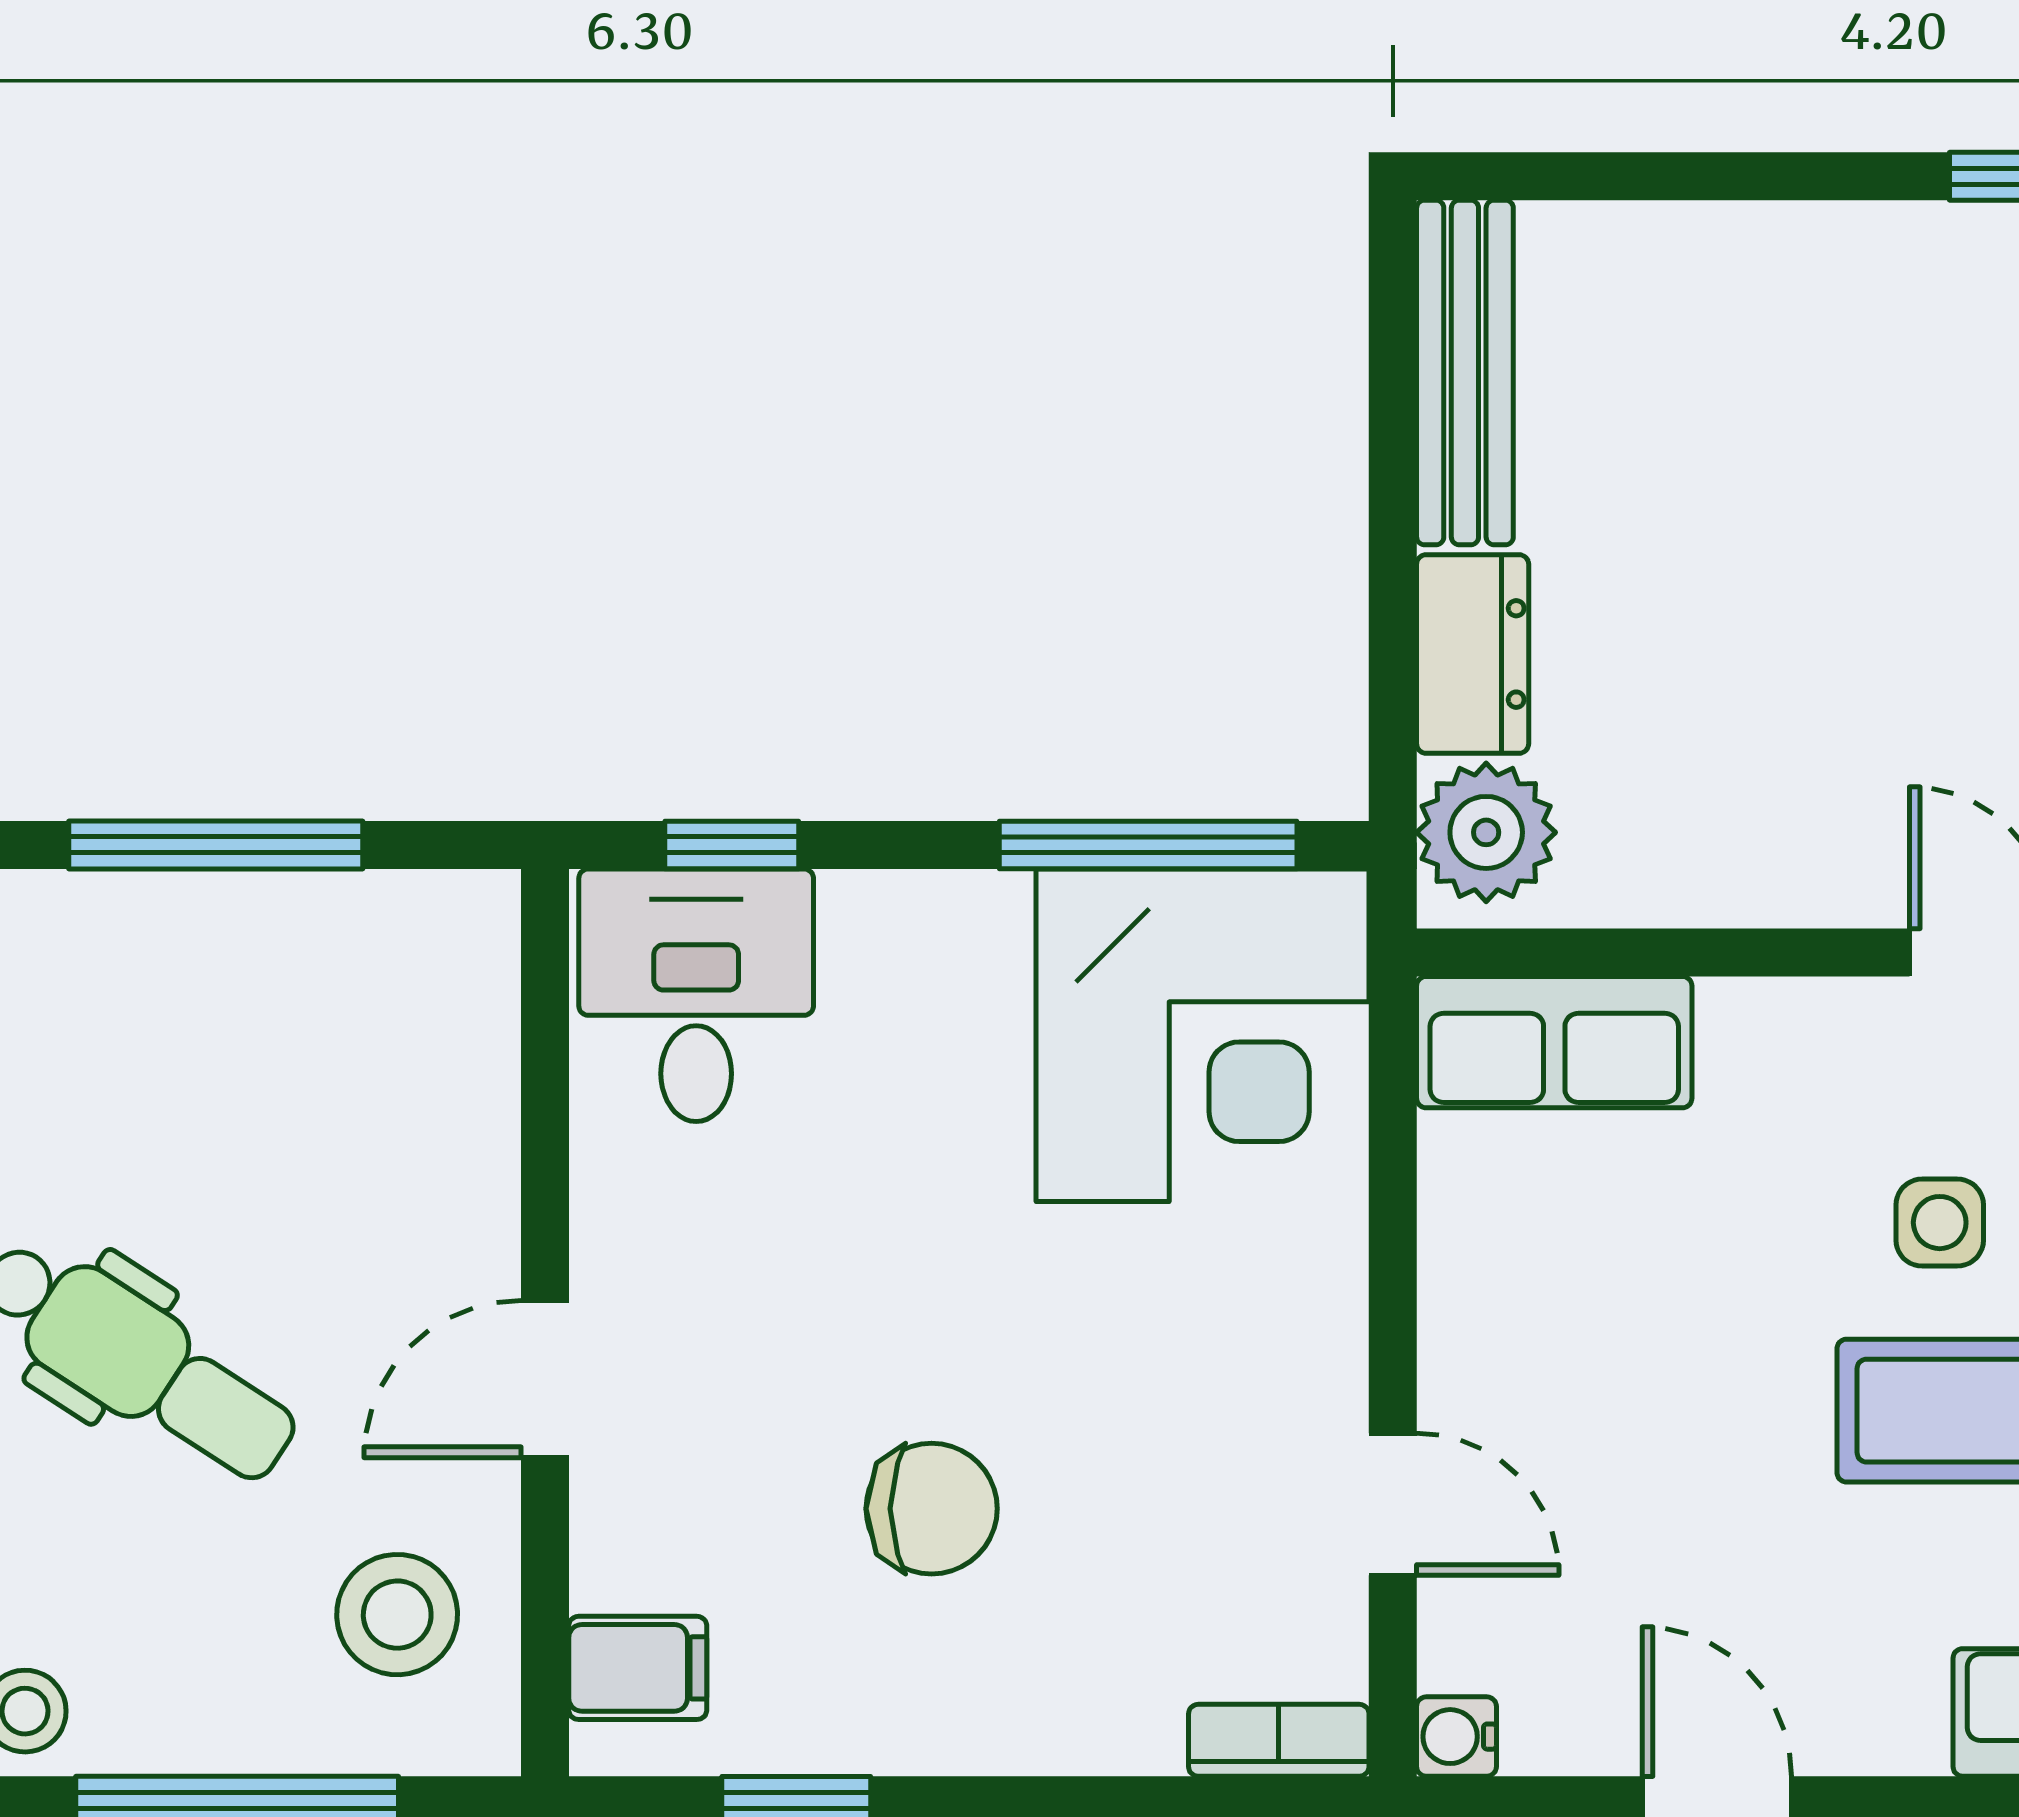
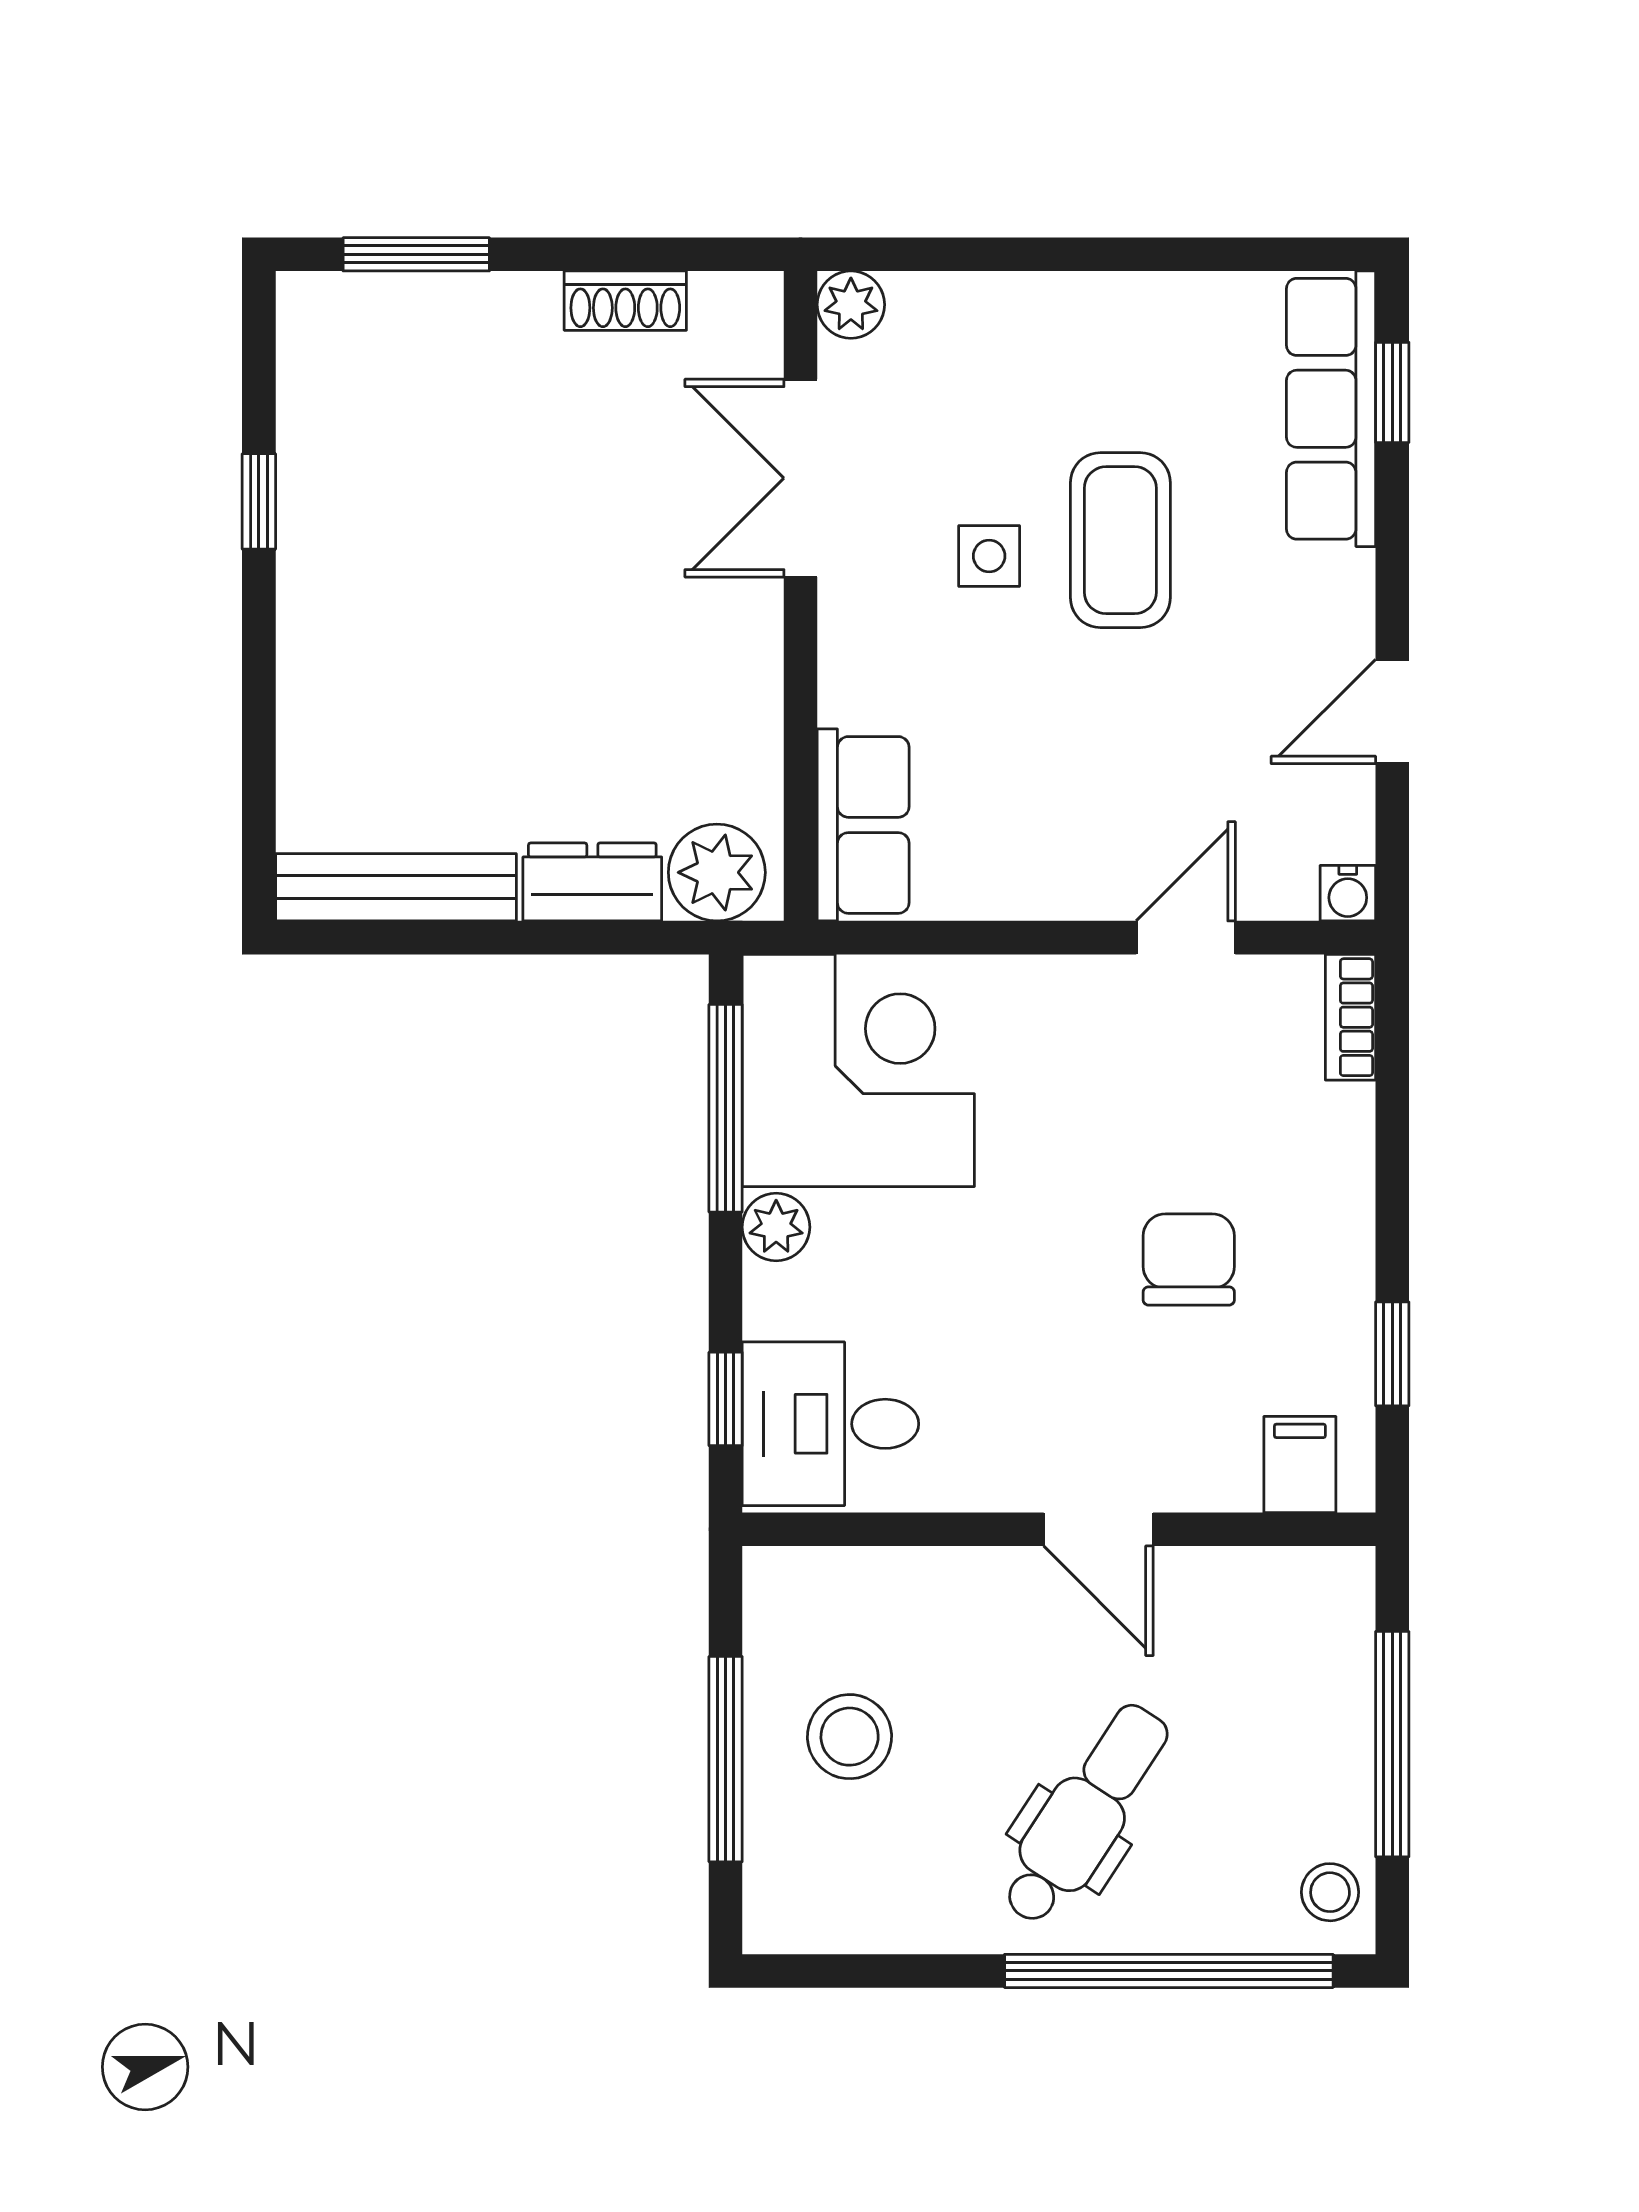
plant: (978, 917) -> (776, 1227), added
stool: (397, 1615) -> (850, 1737), moved

